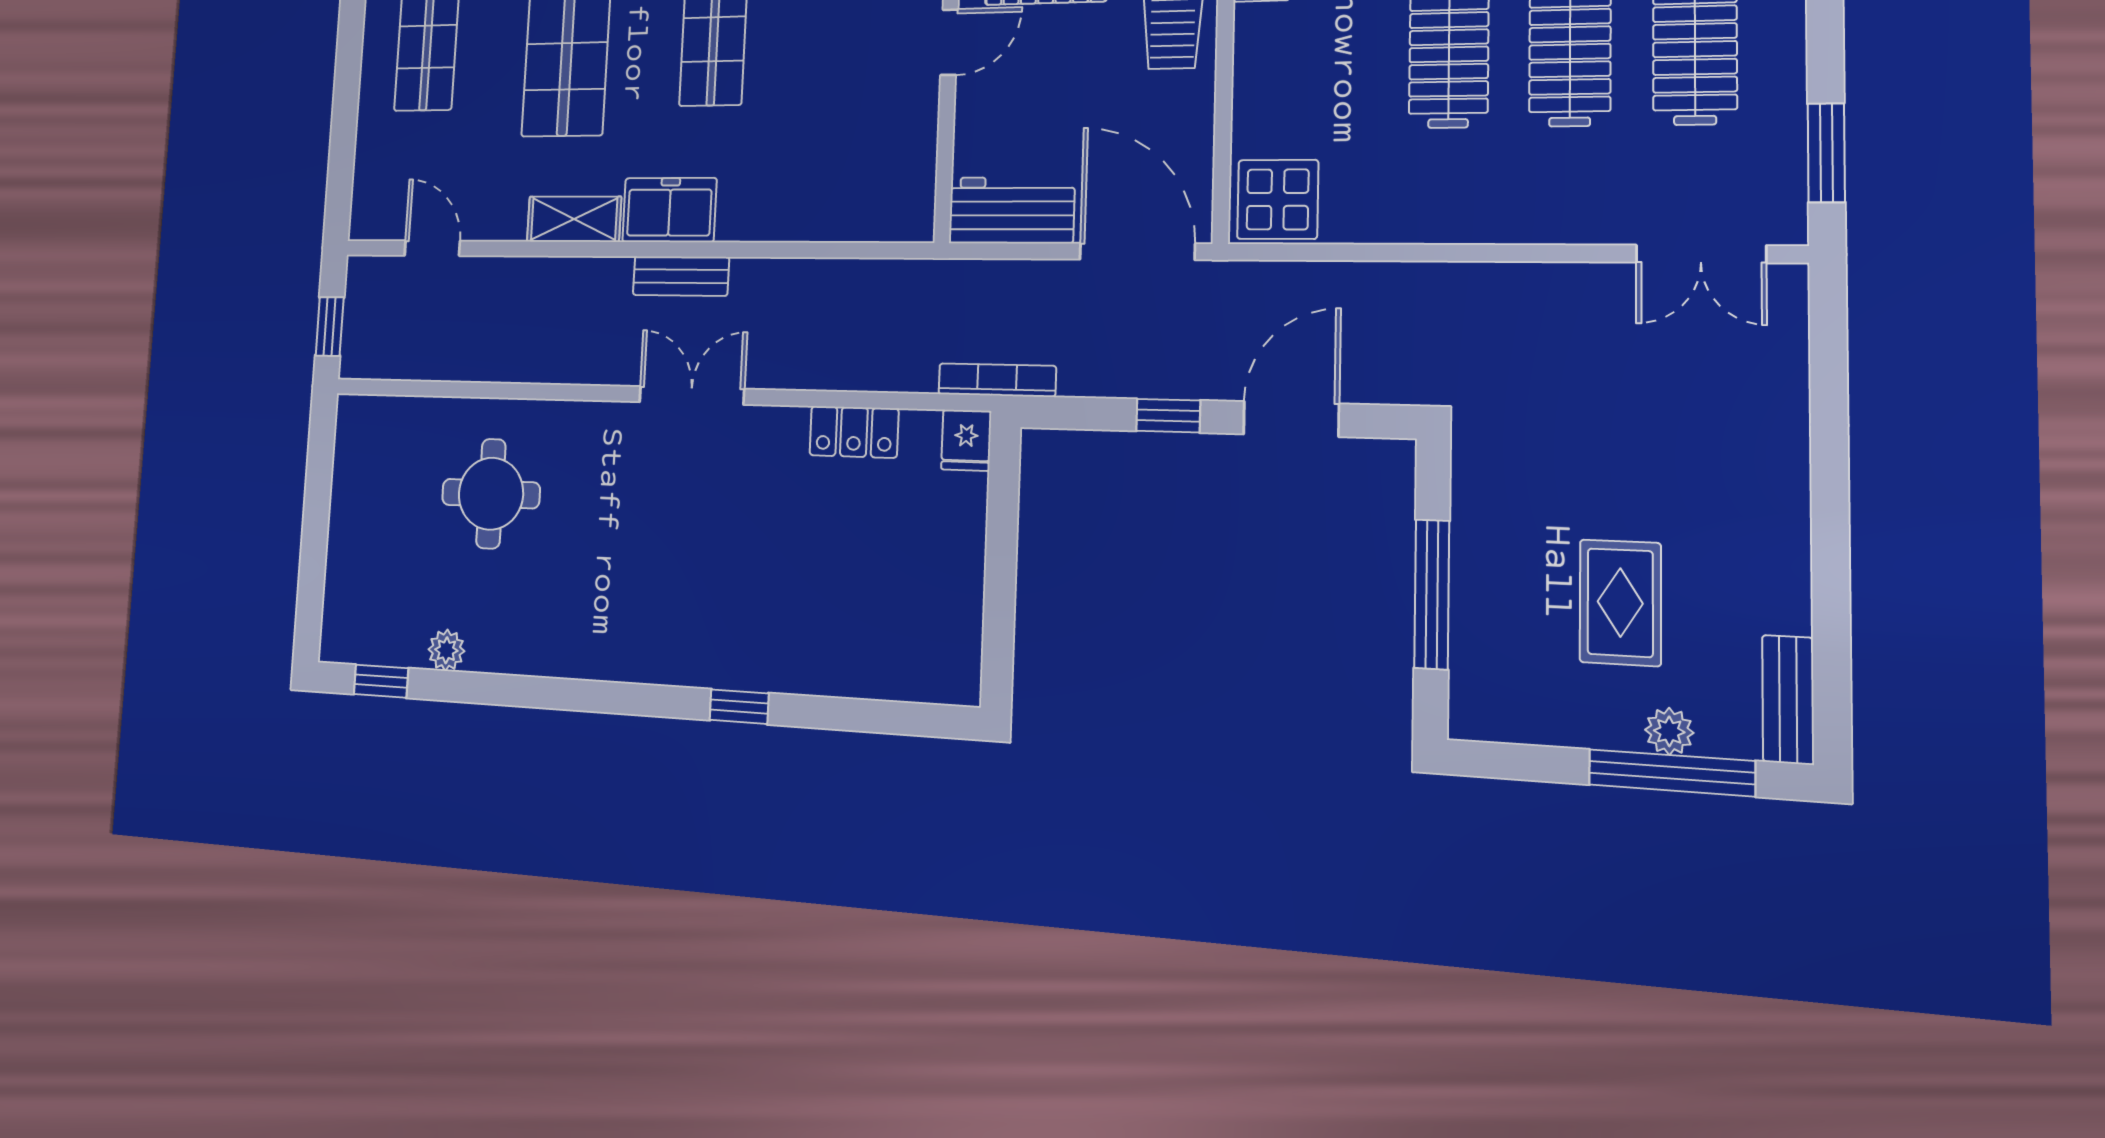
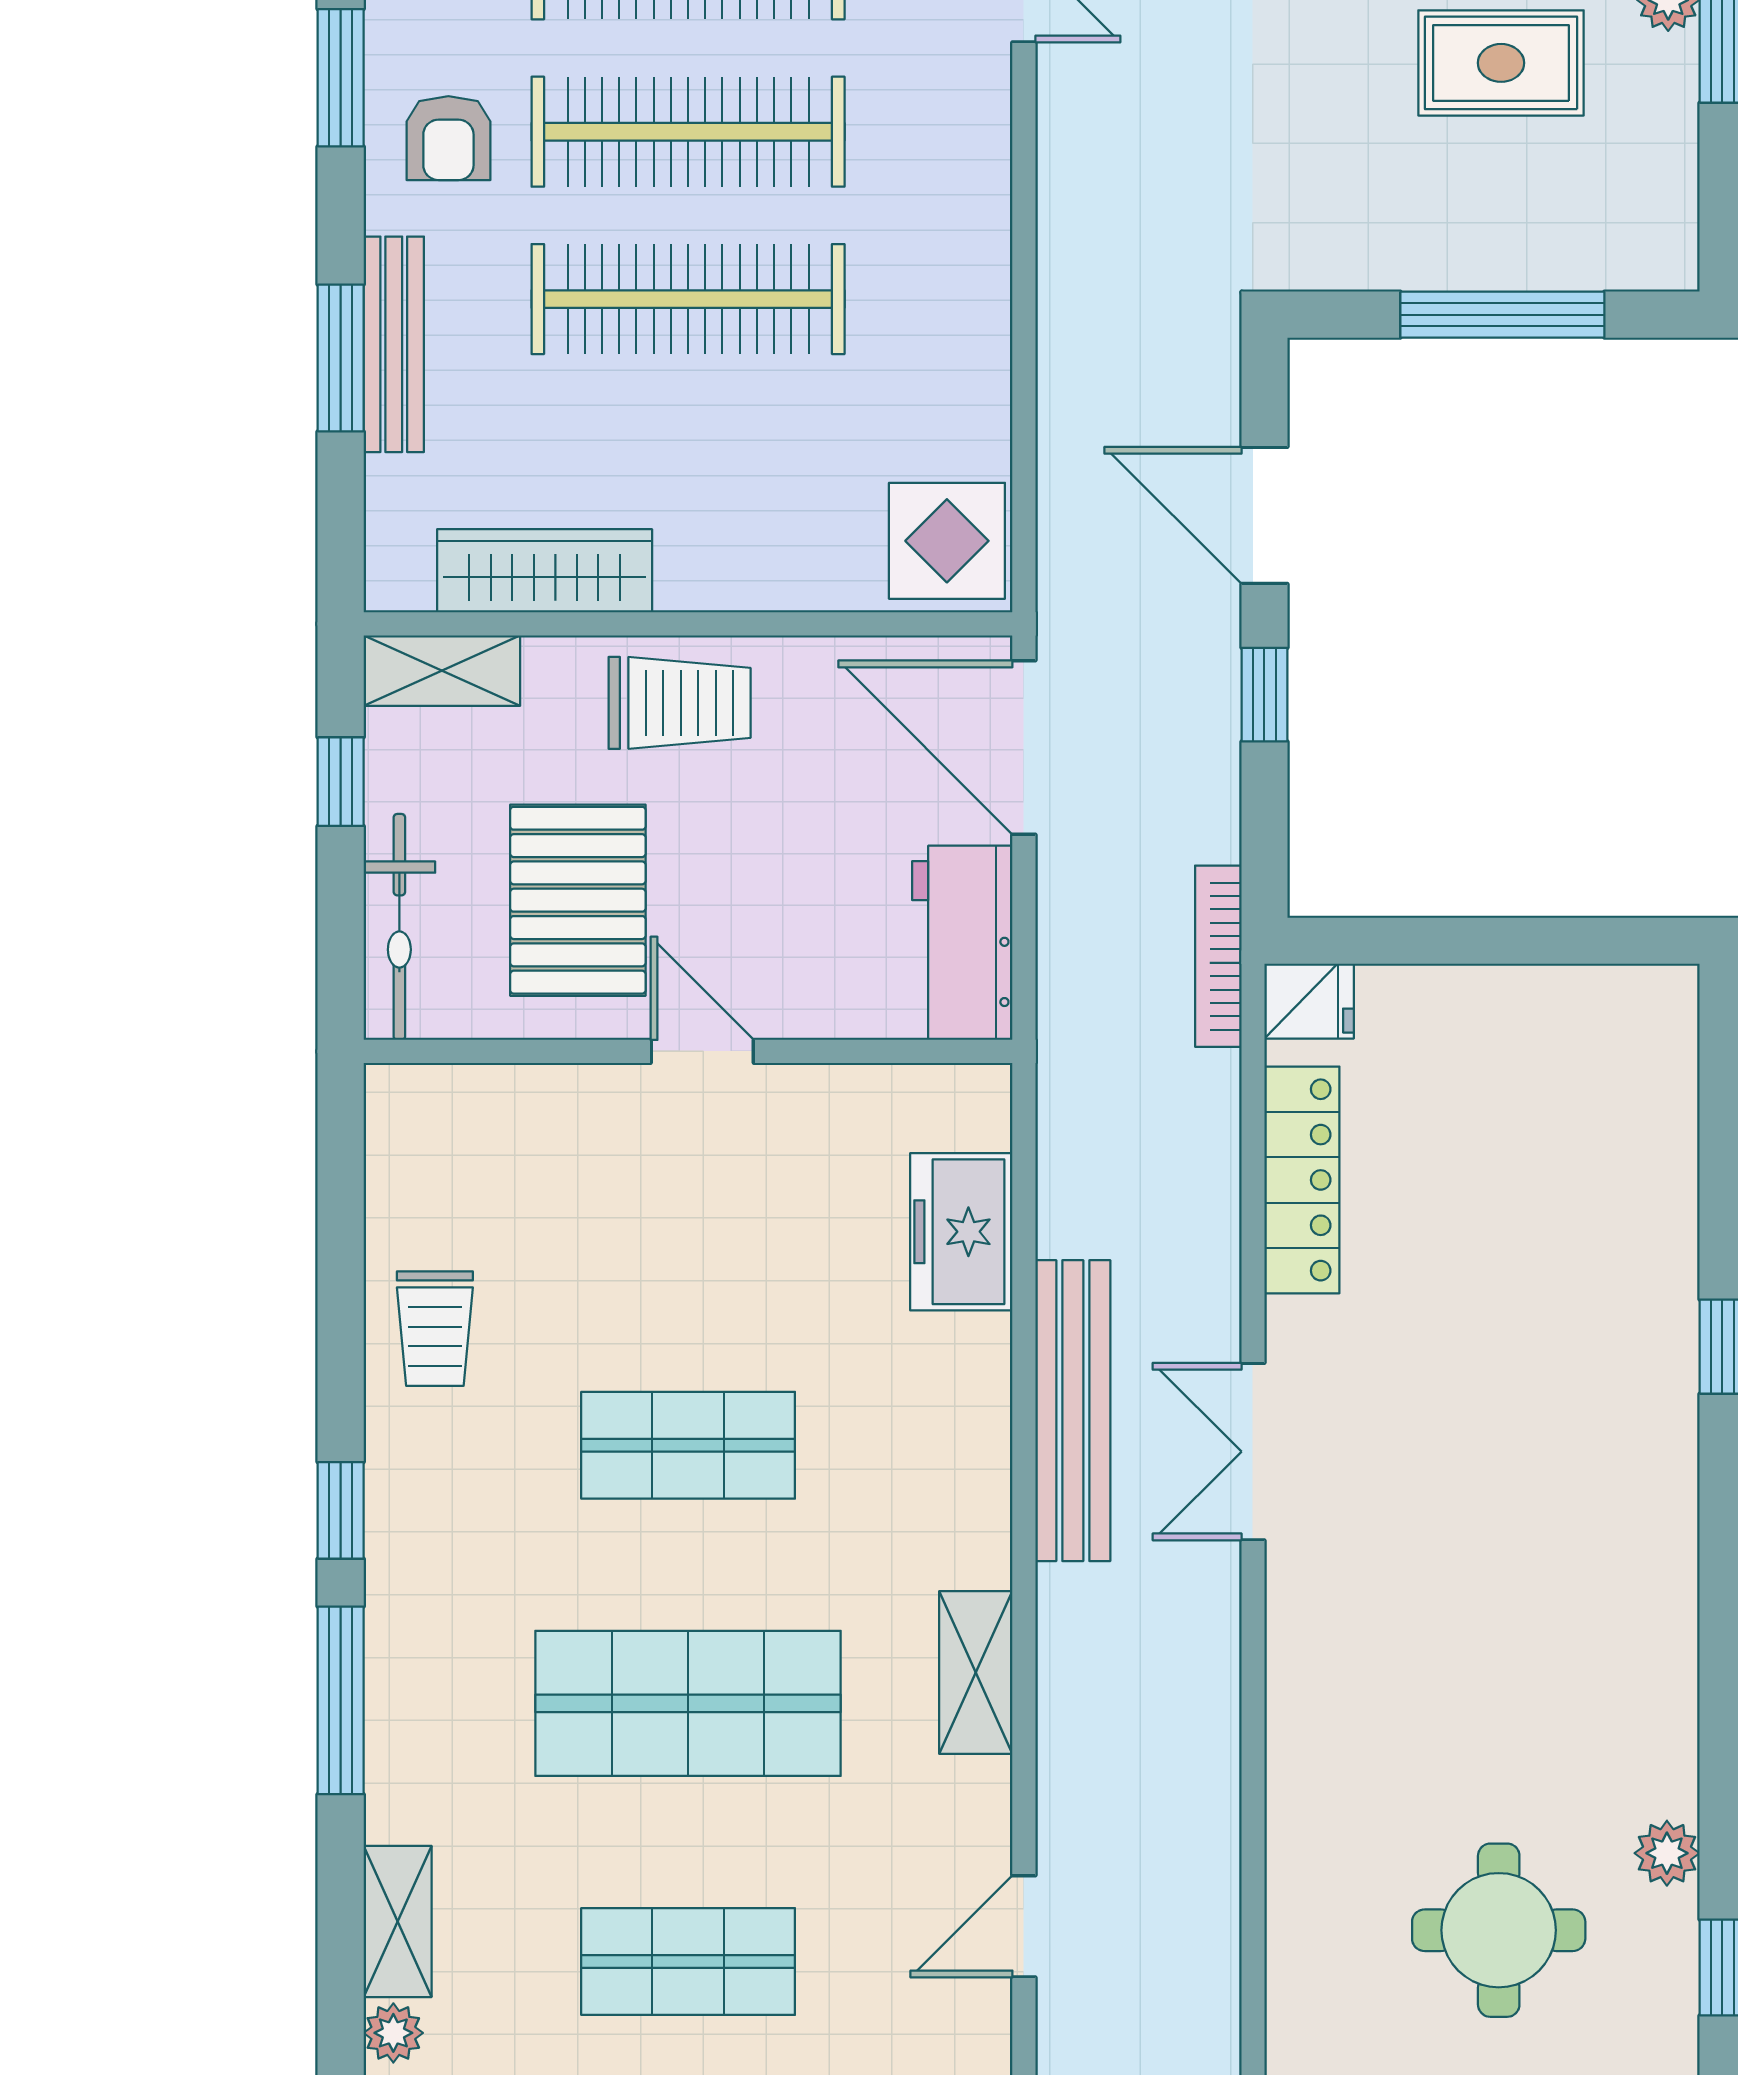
freezer: (669, 210) -> (961, 1232), moved
door: (1137, 251) -> (1024, 748), hinge flipped
bench: (681, 276) -> (1073, 1411), width x1.86, depth x1.21
locker: (854, 432) -> (1302, 1180), width x1.53
round table: (491, 494) -> (1499, 1930), moved

